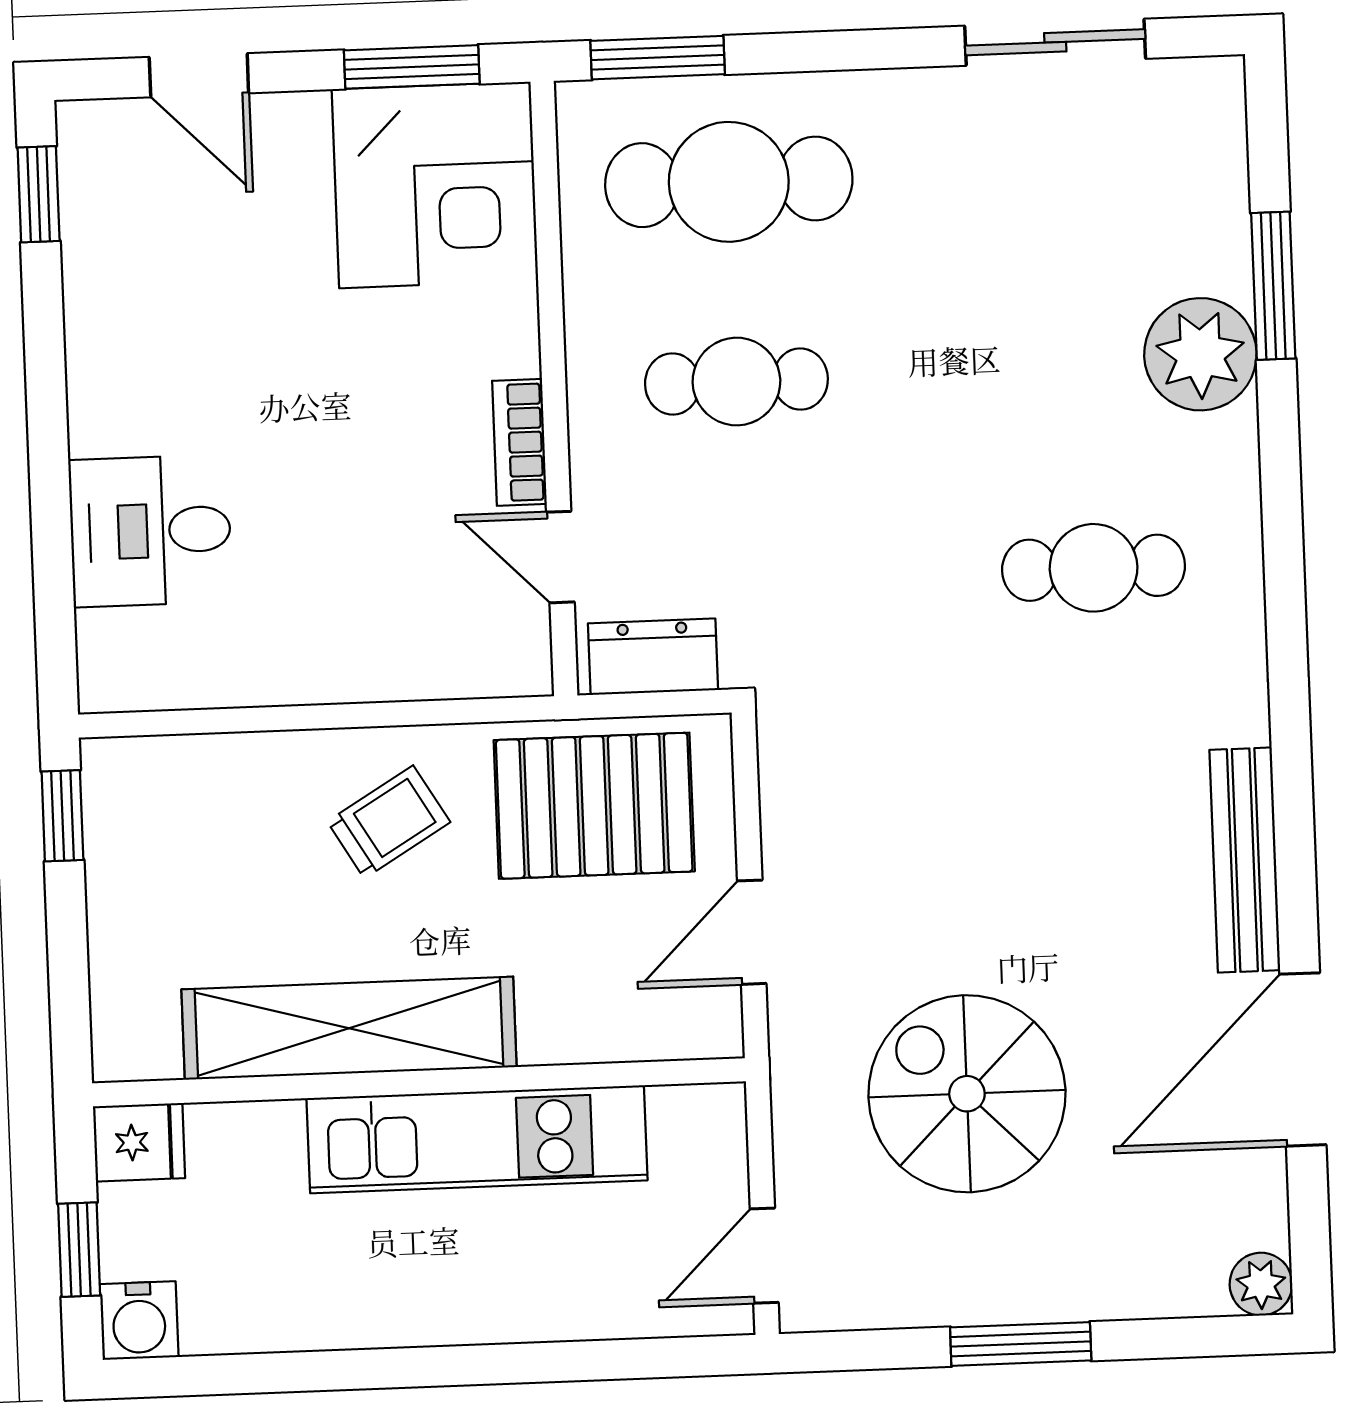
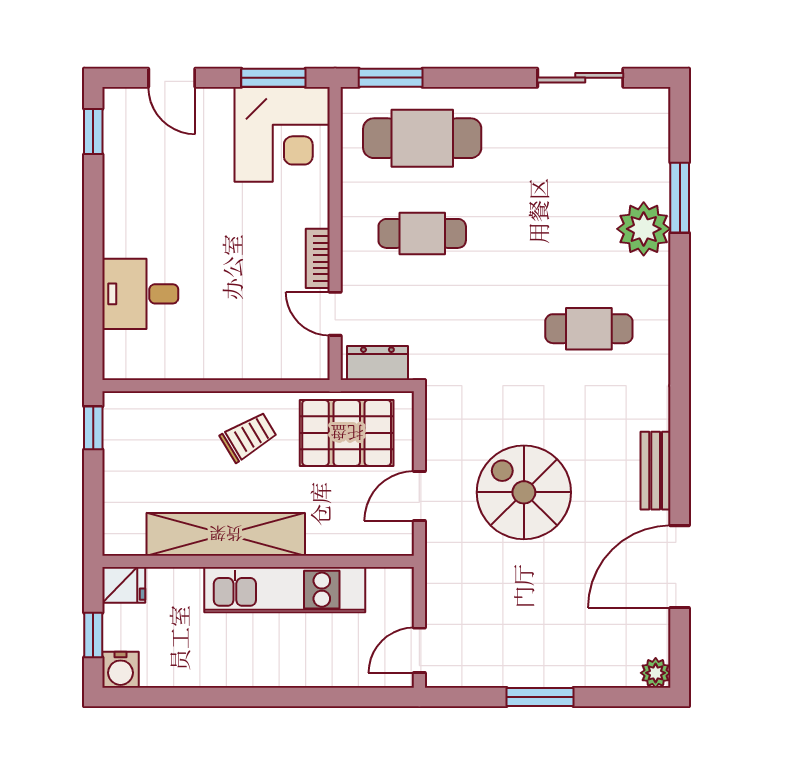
bench: (1245, 860) -> (656, 471), width x0.73
spiral stairs: (967, 1094) -> (524, 492), moved

